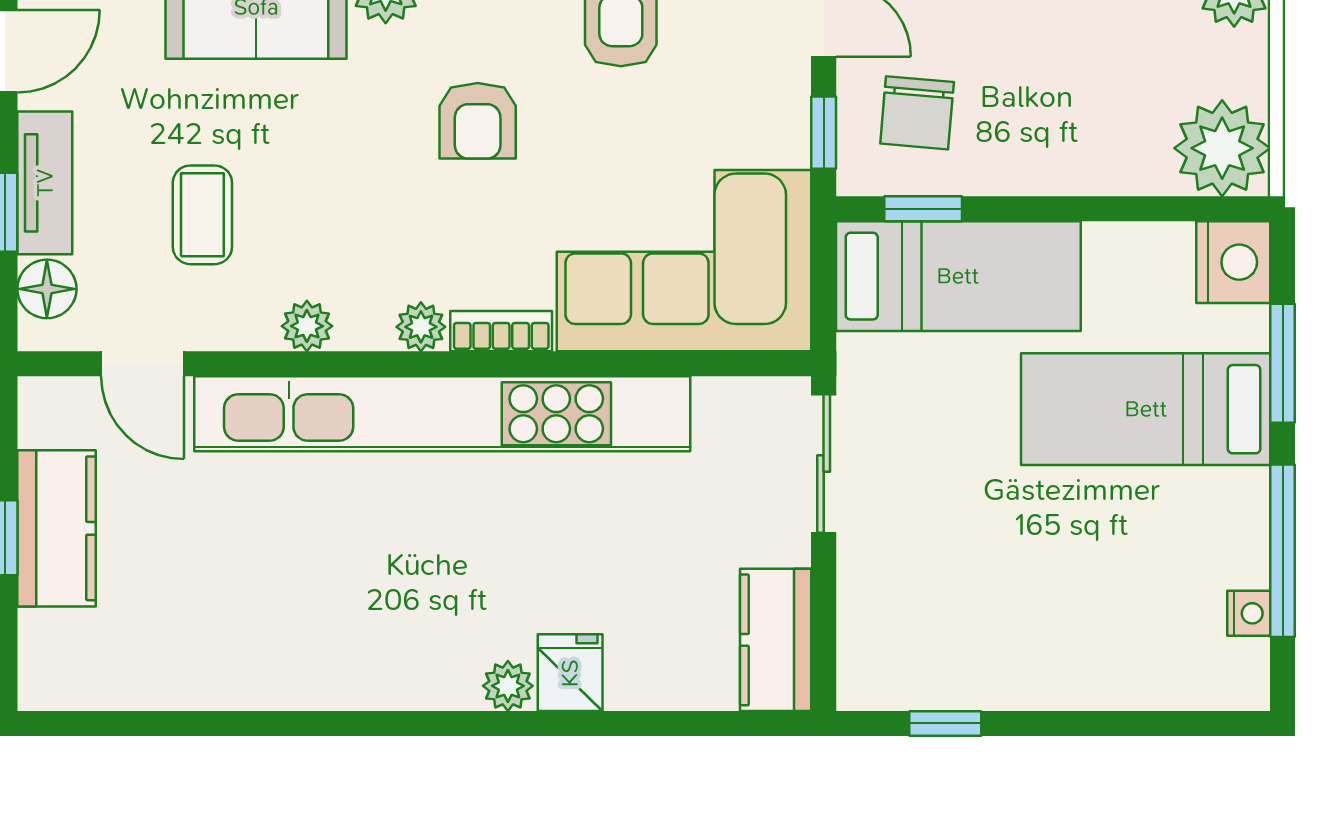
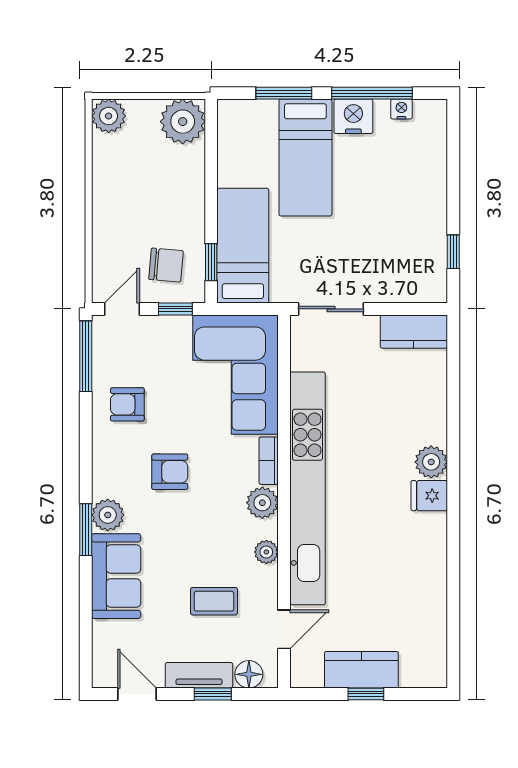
nightstand: (1233, 262) -> (353, 116), moved
plant: (421, 327) -> (262, 503), width x1.38, depth x1.38
fridge: (570, 673) -> (429, 496), moved
plant: (508, 686) -> (431, 462), width x1.38, depth x1.38

